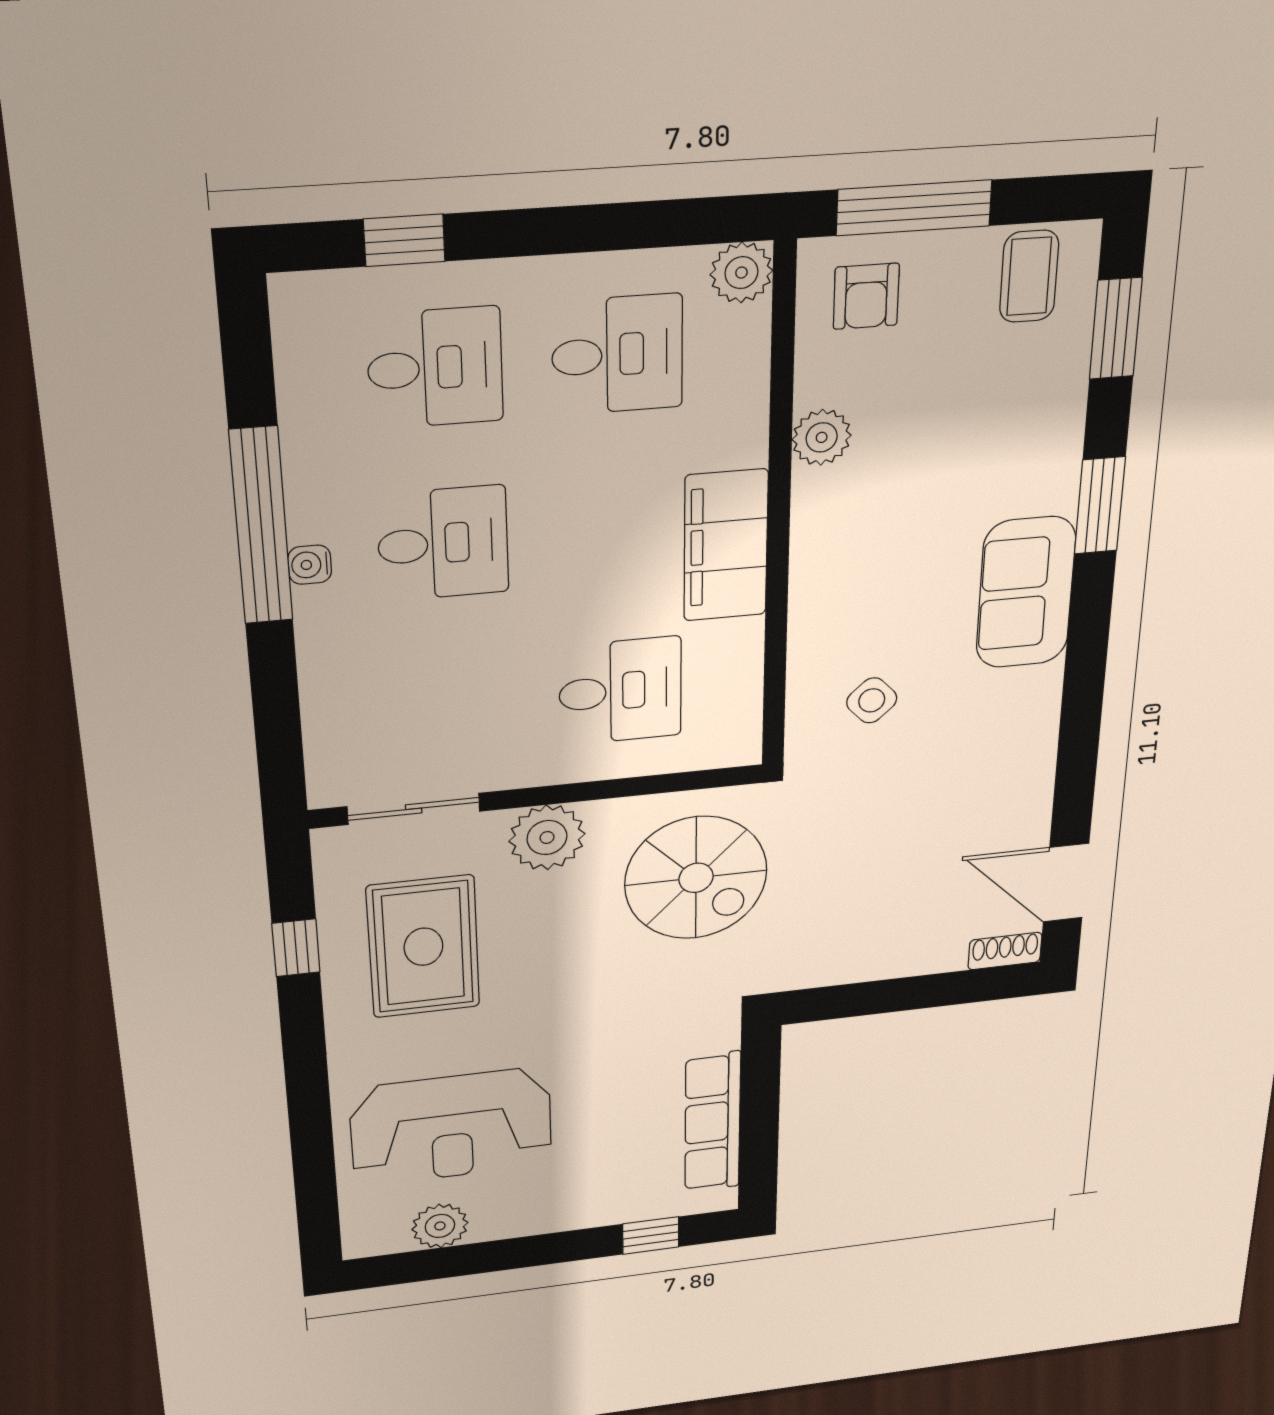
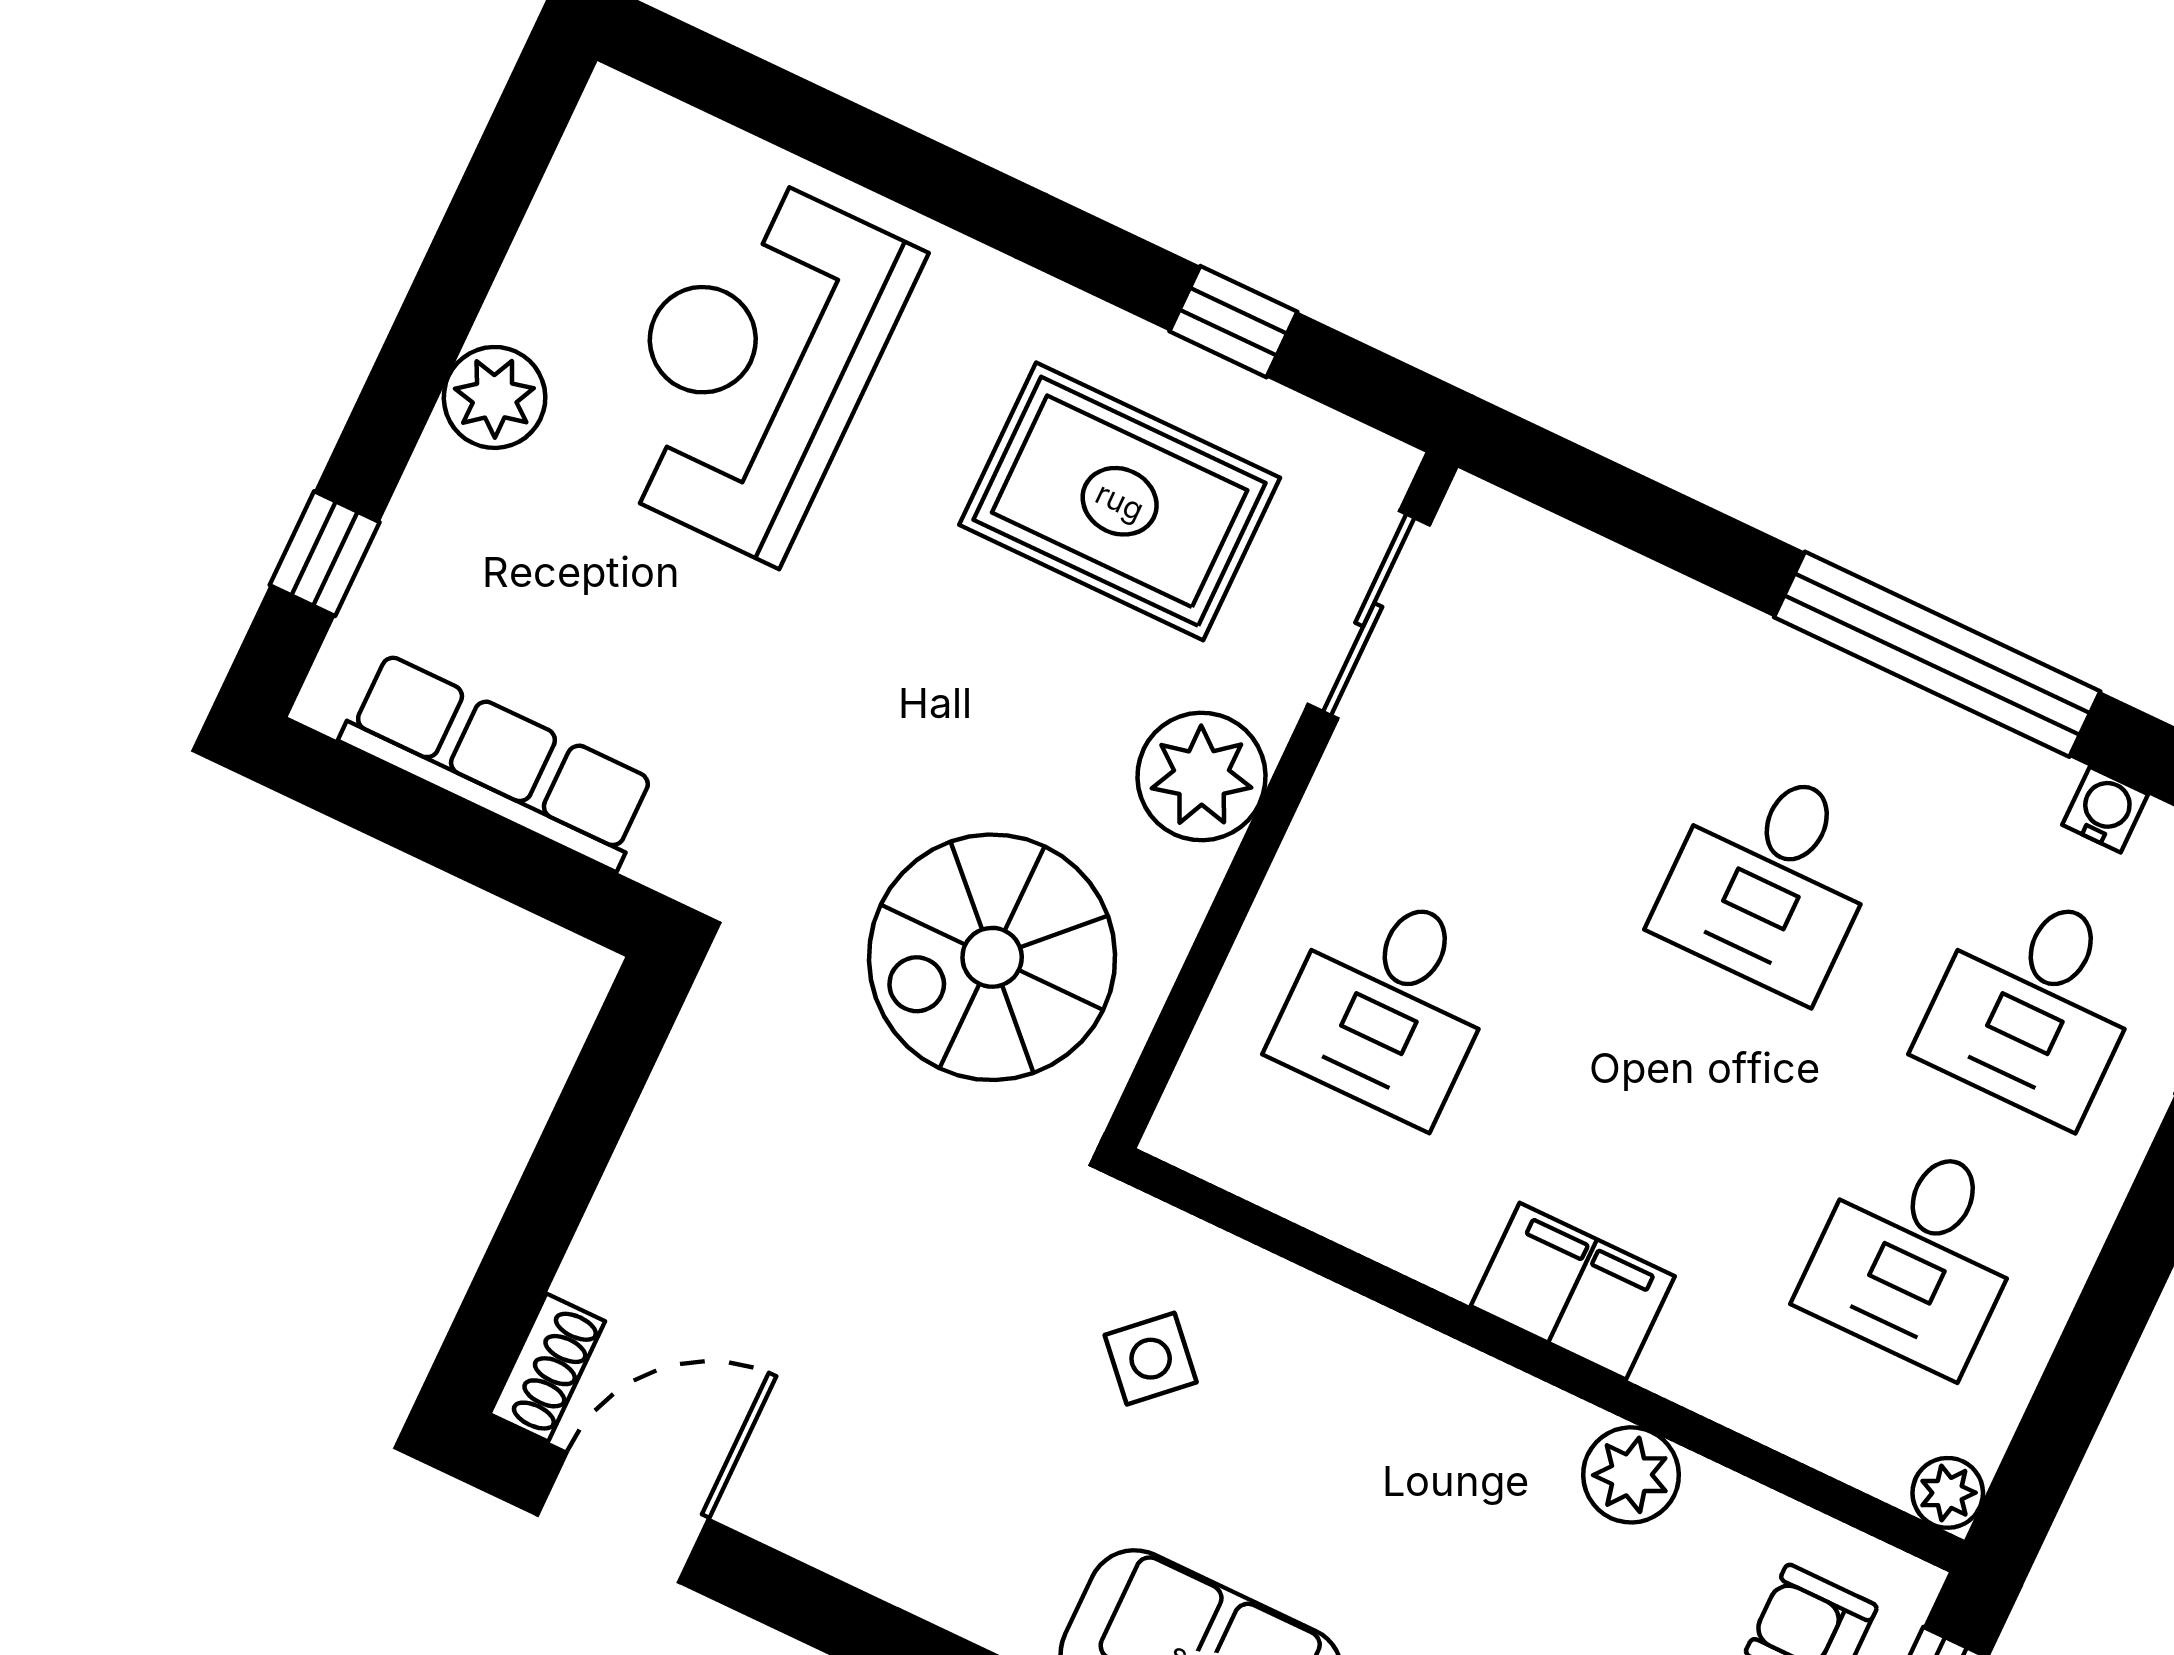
plant: (741, 273) -> (1948, 1493), width x0.73, depth x0.73
filing cabinet: (726, 545) -> (1573, 1291), width x0.67, depth x0.86
water cooler: (310, 565) -> (2105, 810), moved
plant: (440, 1226) -> (495, 397), moved

